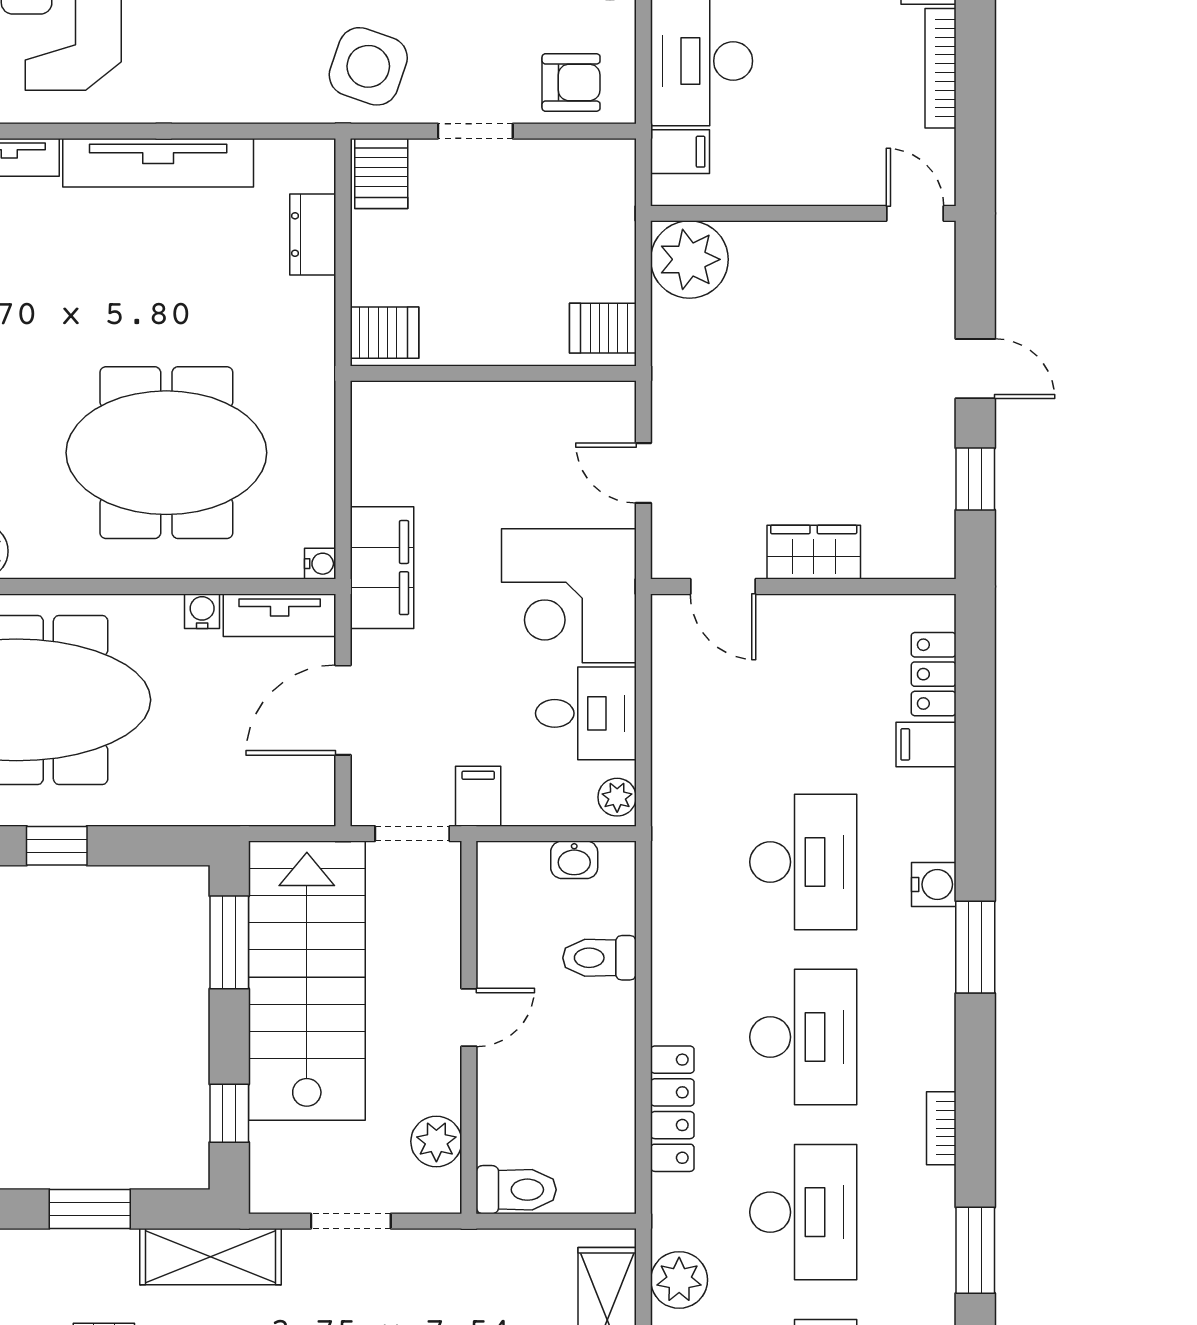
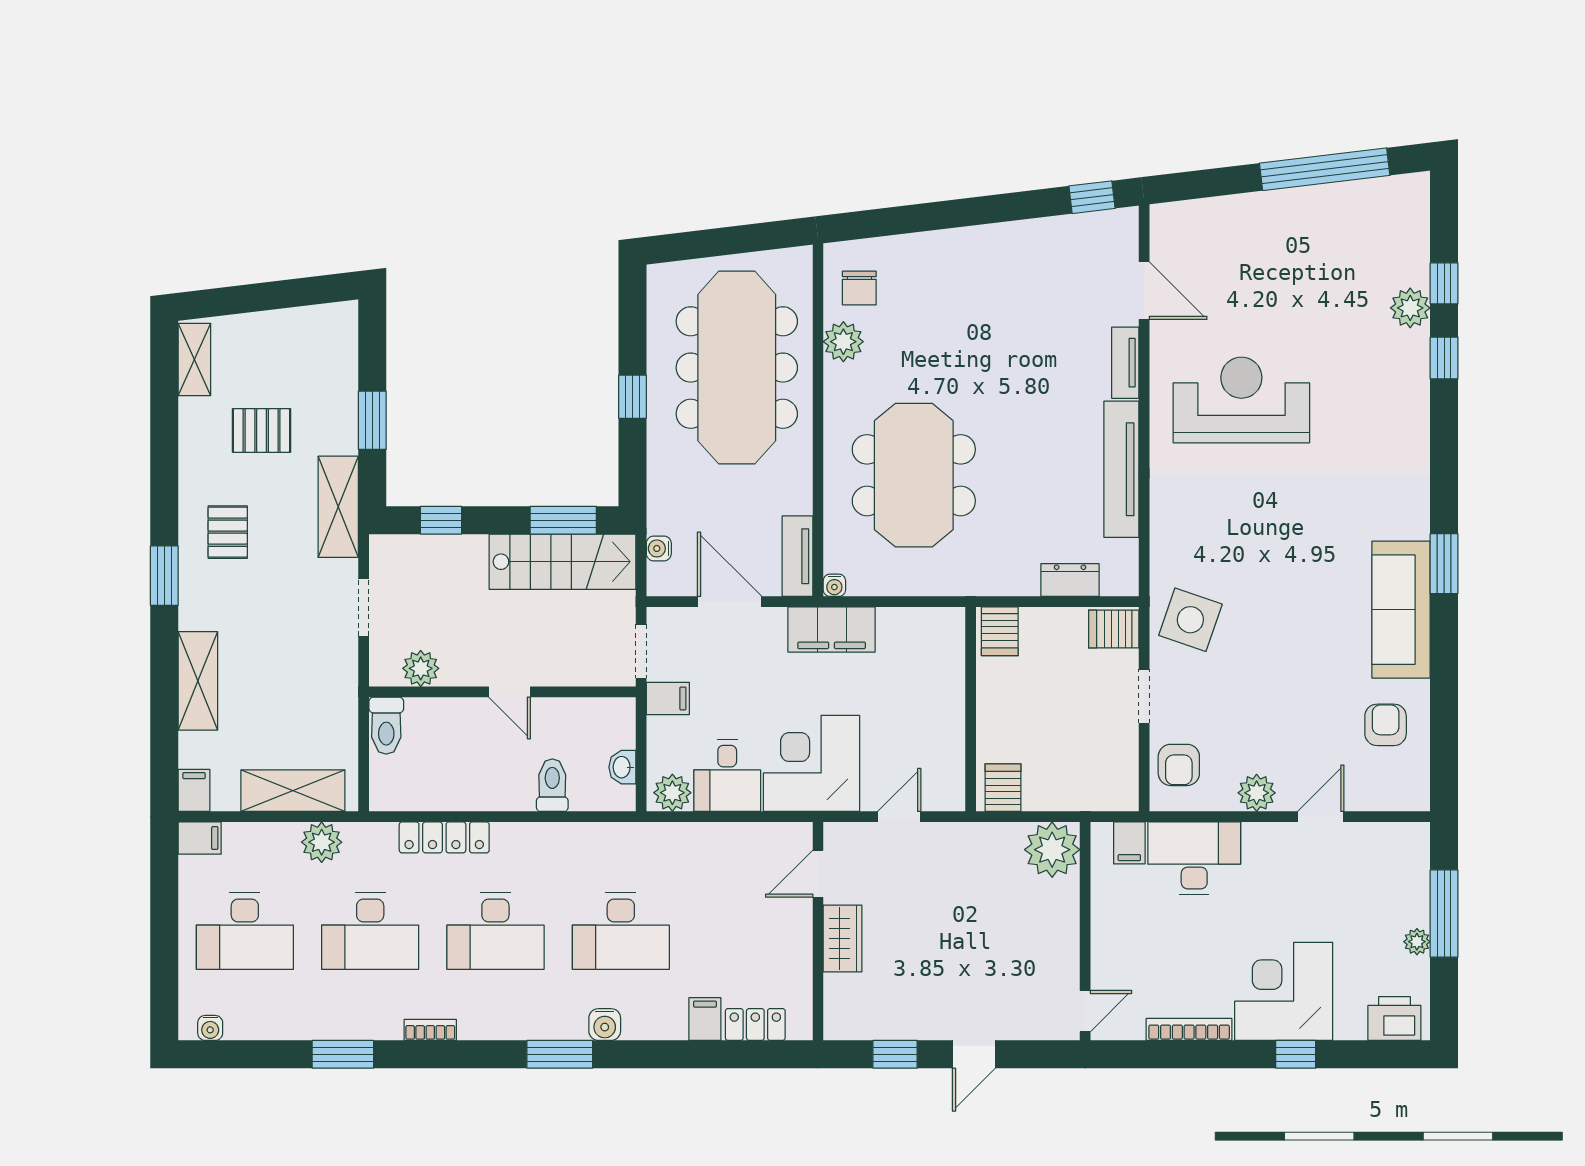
water cooler: (202, 611) -> (659, 548), moved, turned 180
plant: (617, 797) -> (672, 793), width x1.38, depth x1.38
stairs: (307, 981) -> (563, 562), width x0.73, depth x0.66

